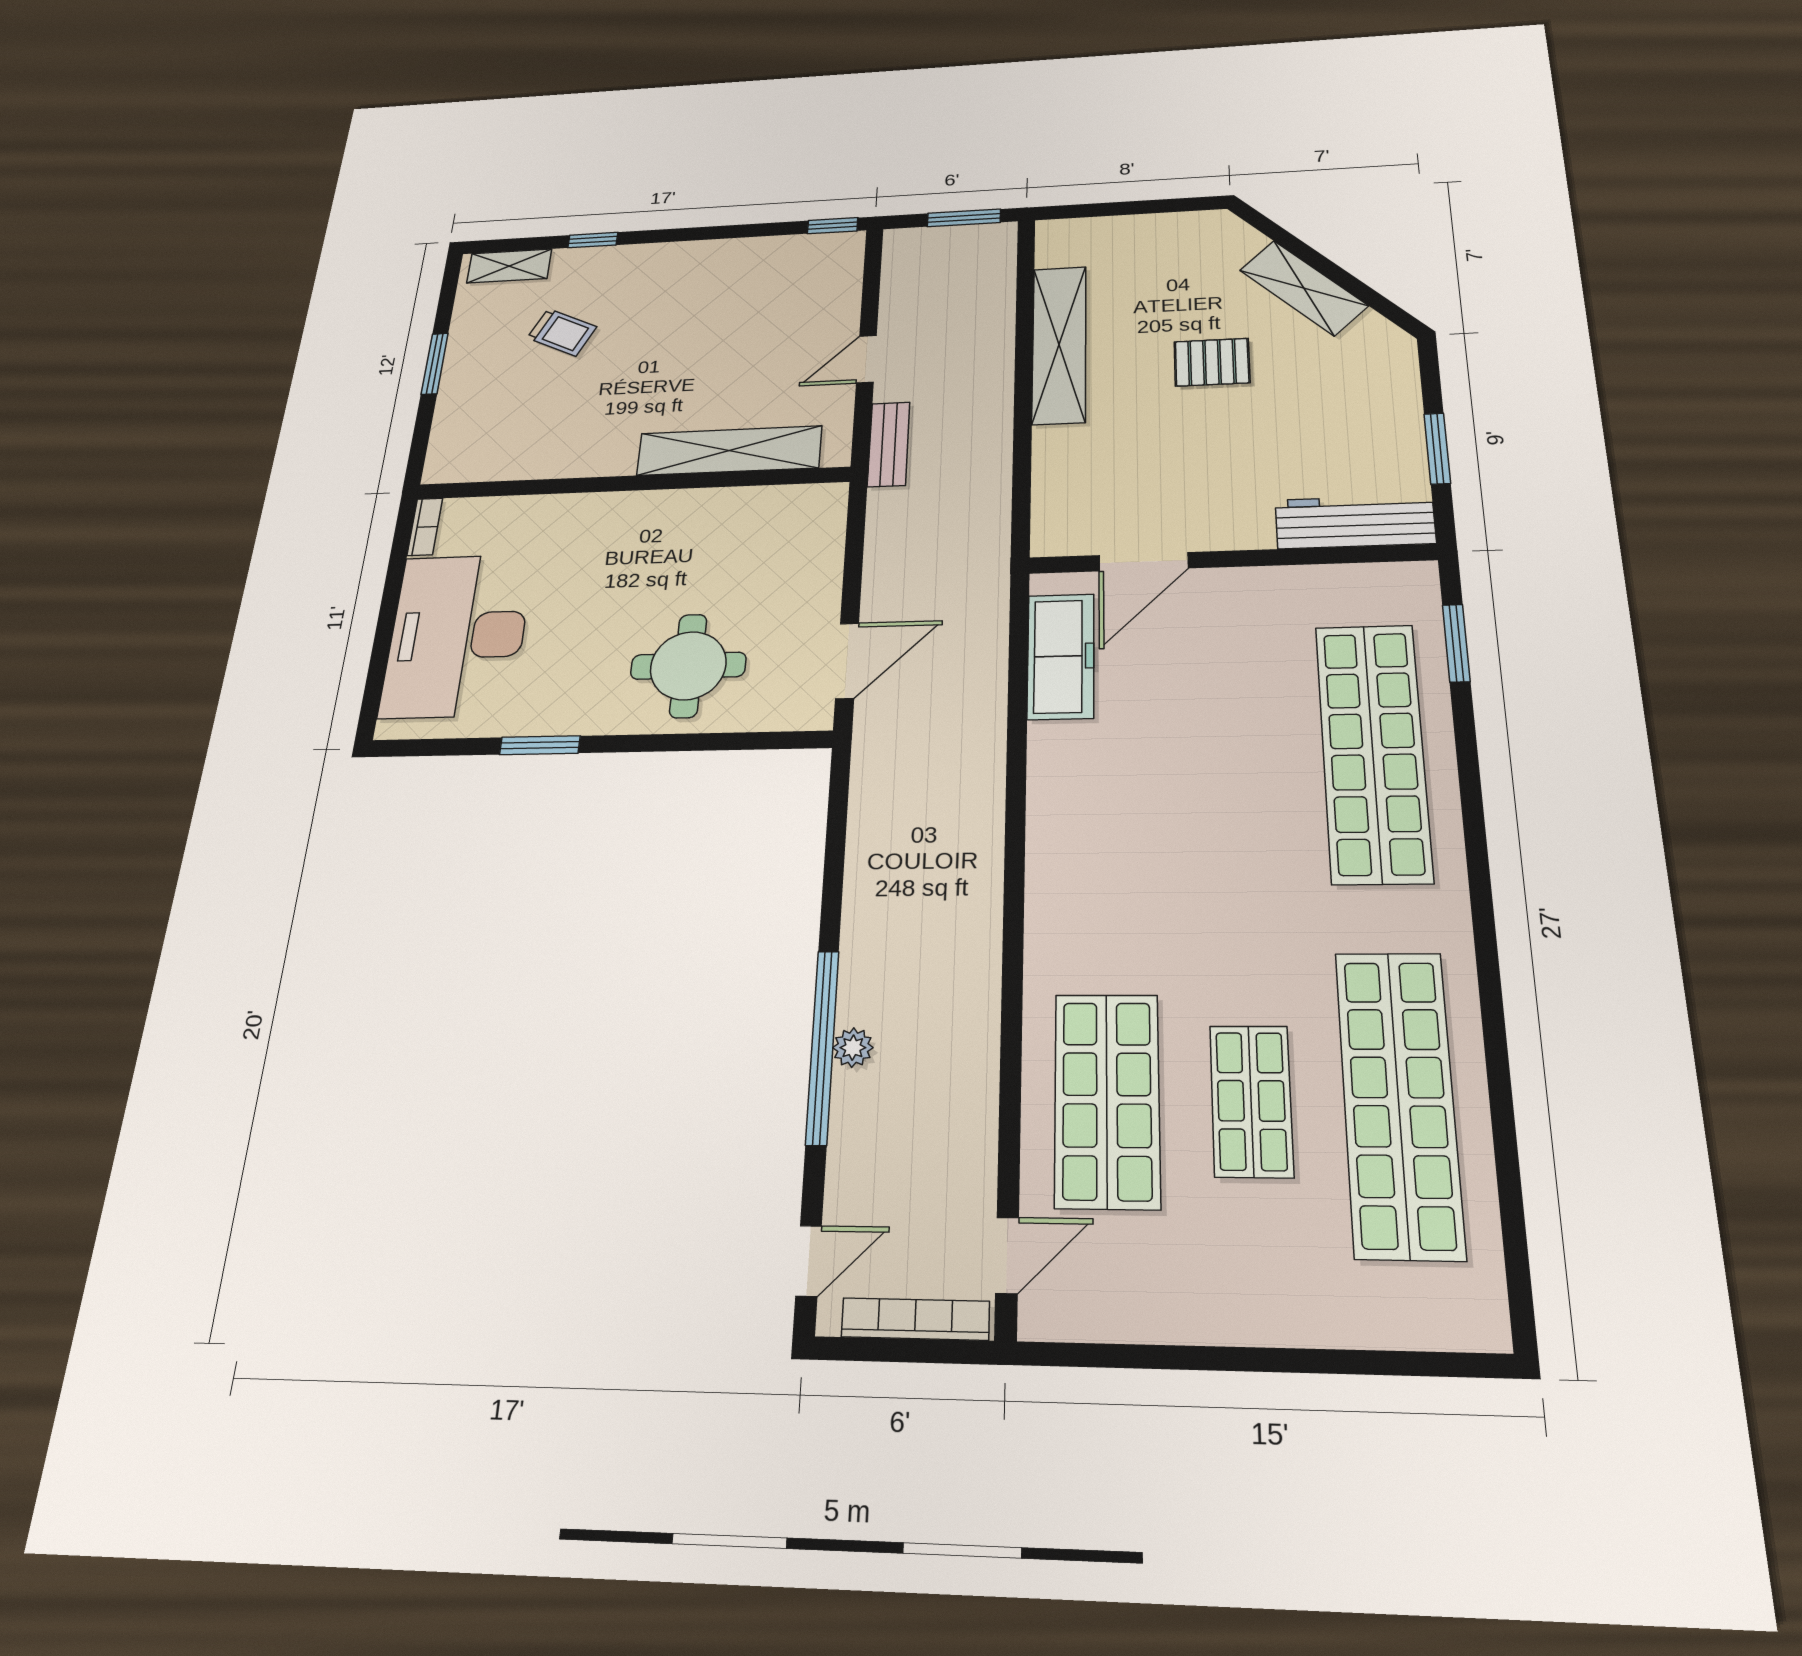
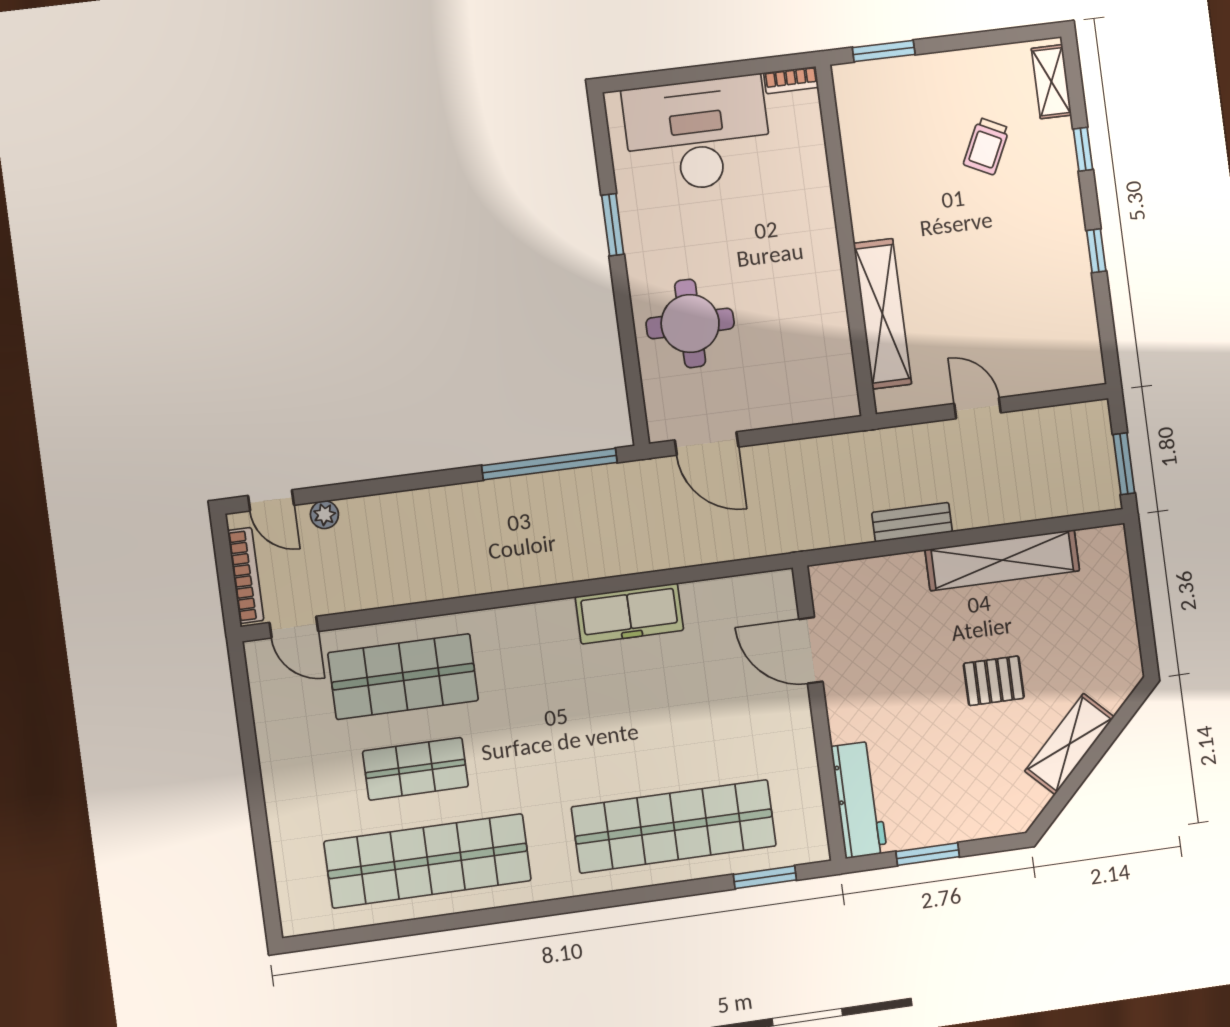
window: (833, 226) -> (1096, 251), moved
pallet: (1212, 362) -> (994, 681), turned 90
window: (435, 364) -> (884, 51), moved
bench: (889, 444) -> (912, 522), moved
freezer: (1061, 656) -> (629, 613), moved
window: (822, 1046) -> (549, 464), moved
plant: (853, 1048) -> (324, 515), moved

